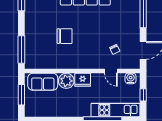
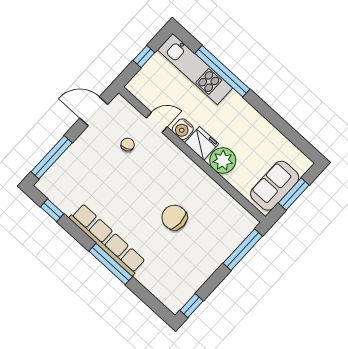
door: (111, 71) -> (157, 122), hinge flipped
water cooler: (131, 78) -> (183, 129), moved
sofa: (43, 82) -> (275, 186), moved, turned -90

